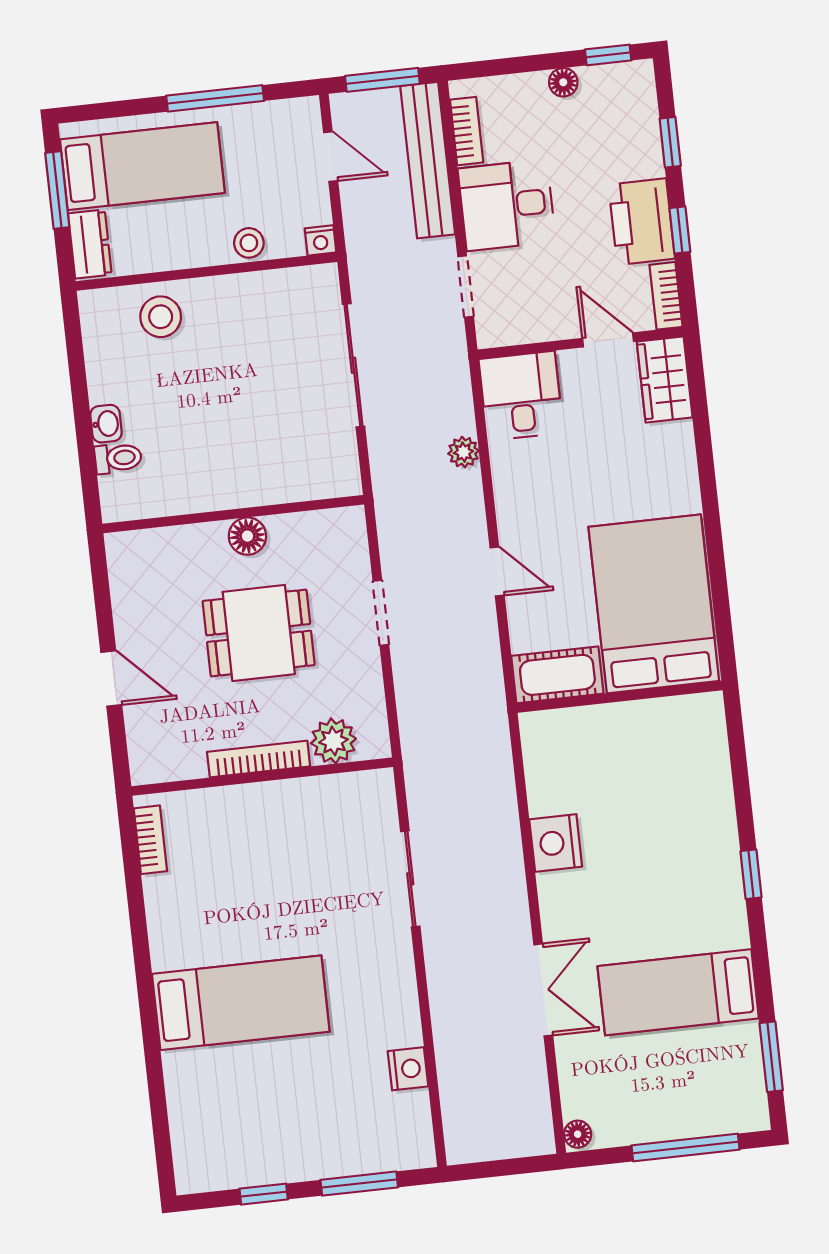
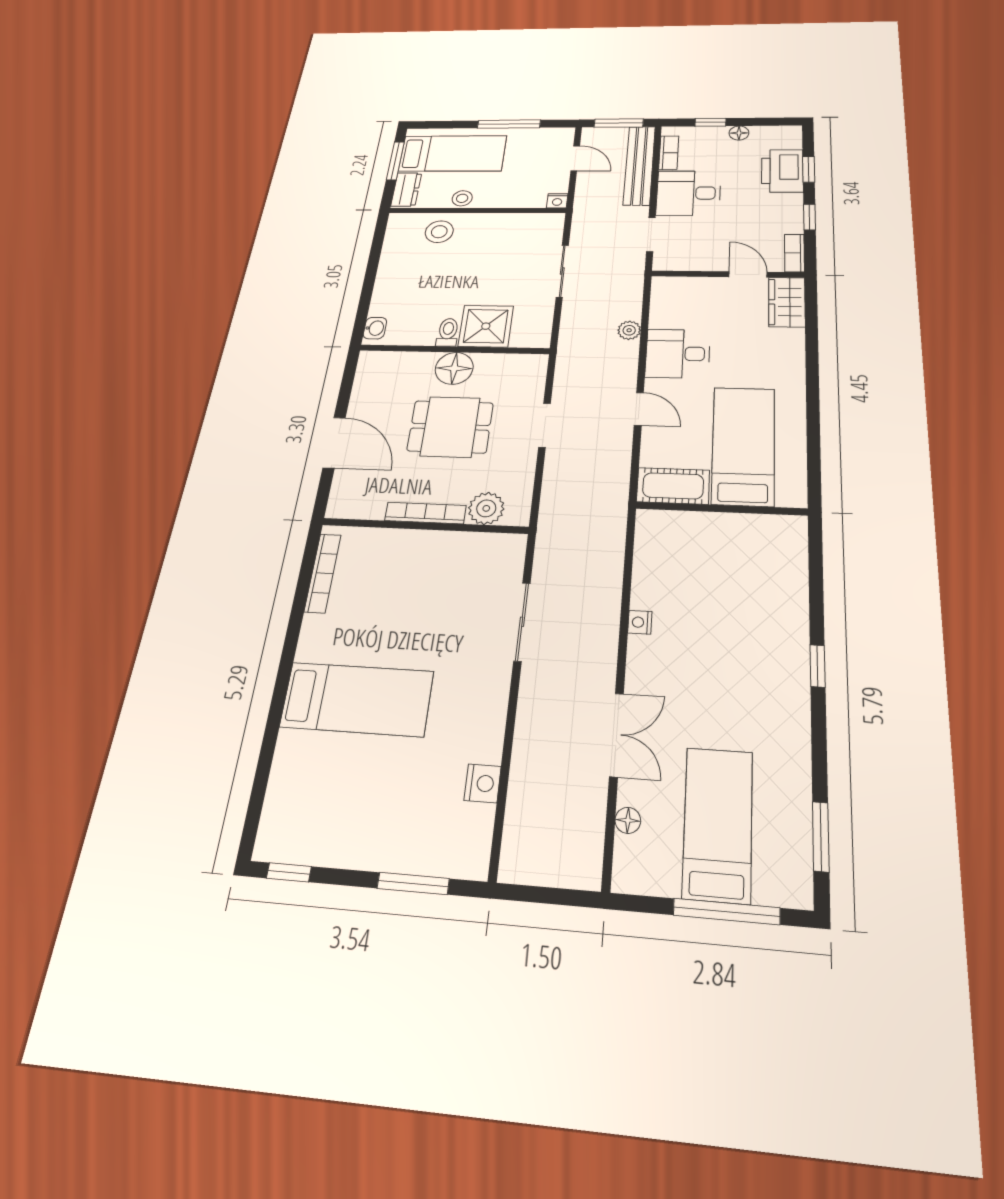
window: (608, 55) -> (710, 122), moved
printer: (642, 222) -> (782, 171), moved
stool: (249, 243) -> (462, 198), moved
sliding door: (354, 365) -> (562, 271), width x0.73
desk: (521, 396) -> (678, 354), moved, turned -90
washbasin: (106, 424) -> (375, 328), moved
toilet: (118, 458) -> (448, 332), moved, turned -90
shower: (268, 471) -> (486, 326), added
floor lamp: (247, 536) -> (454, 368), width x1.38, depth x1.38
bed: (654, 604) -> (743, 446), width x0.67
door: (111, 679) -> (334, 443), width x1.38
bookcase: (150, 840) -> (323, 573), width x1.56
nightstand: (556, 843) -> (640, 622), width x0.53, depth x0.56
bed: (678, 992) -> (718, 824), moved, turned 90
floor lamp: (578, 1134) -> (628, 820), moved
window: (264, 1194) -> (289, 872), moved

